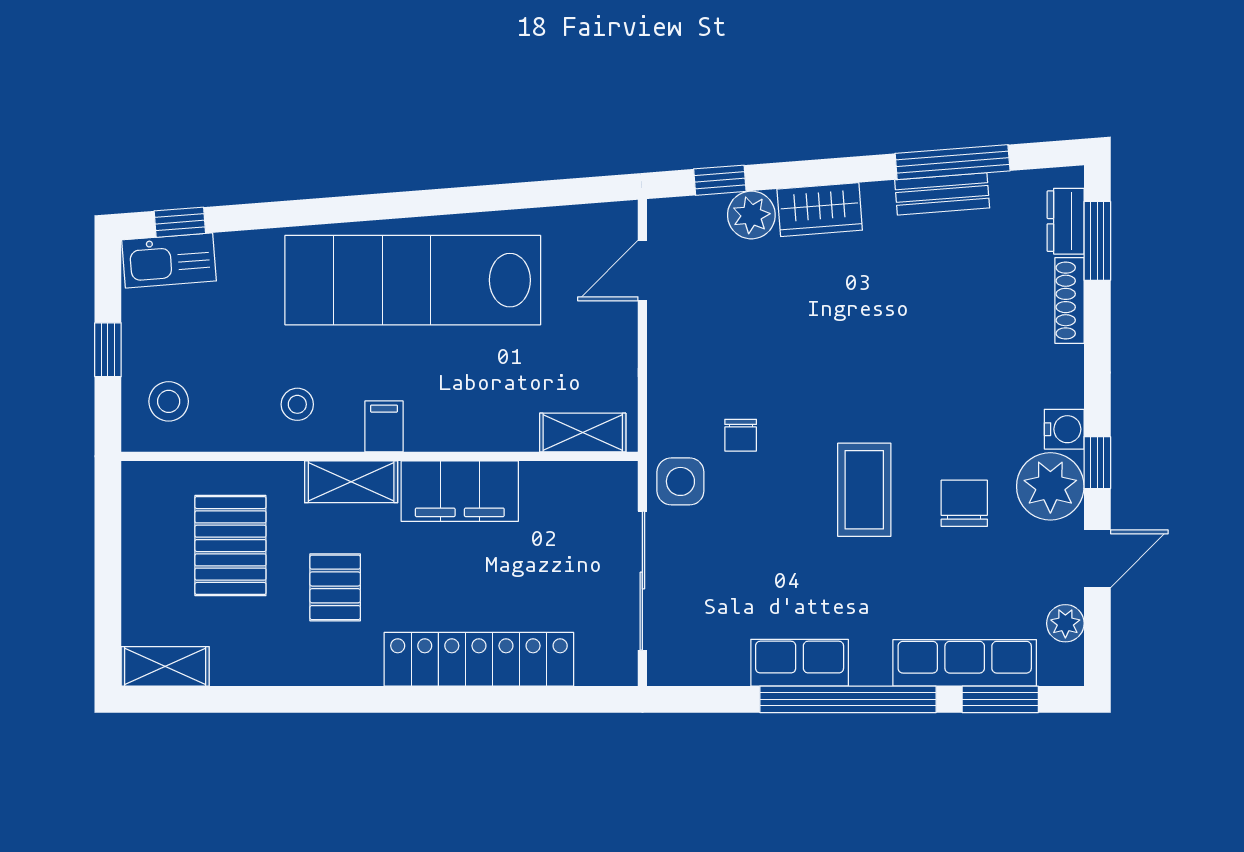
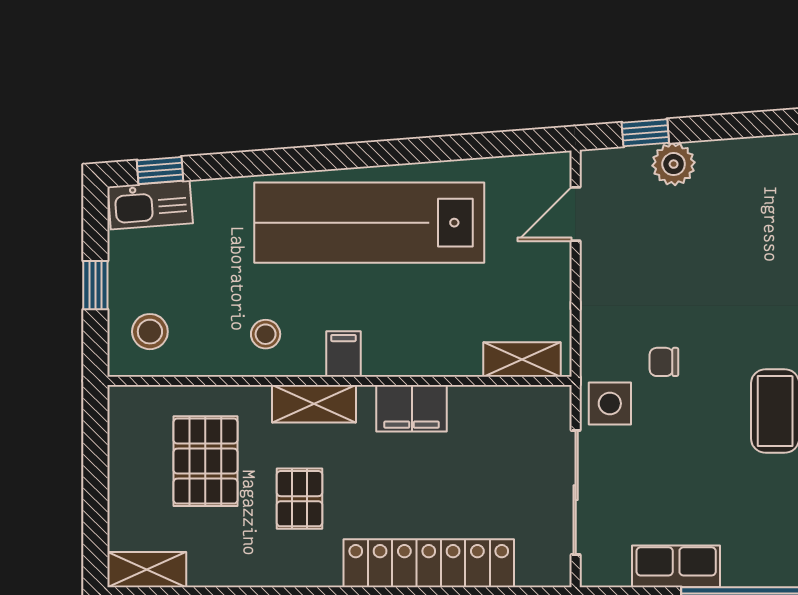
wardrobe: (820, 210) -> (735, 159), removed
chair: (741, 435) -> (664, 362), turned 90
filing cabinet: (460, 491) -> (412, 408), width x0.67, depth x0.86
row of seats: (800, 663) -> (676, 566), moved

